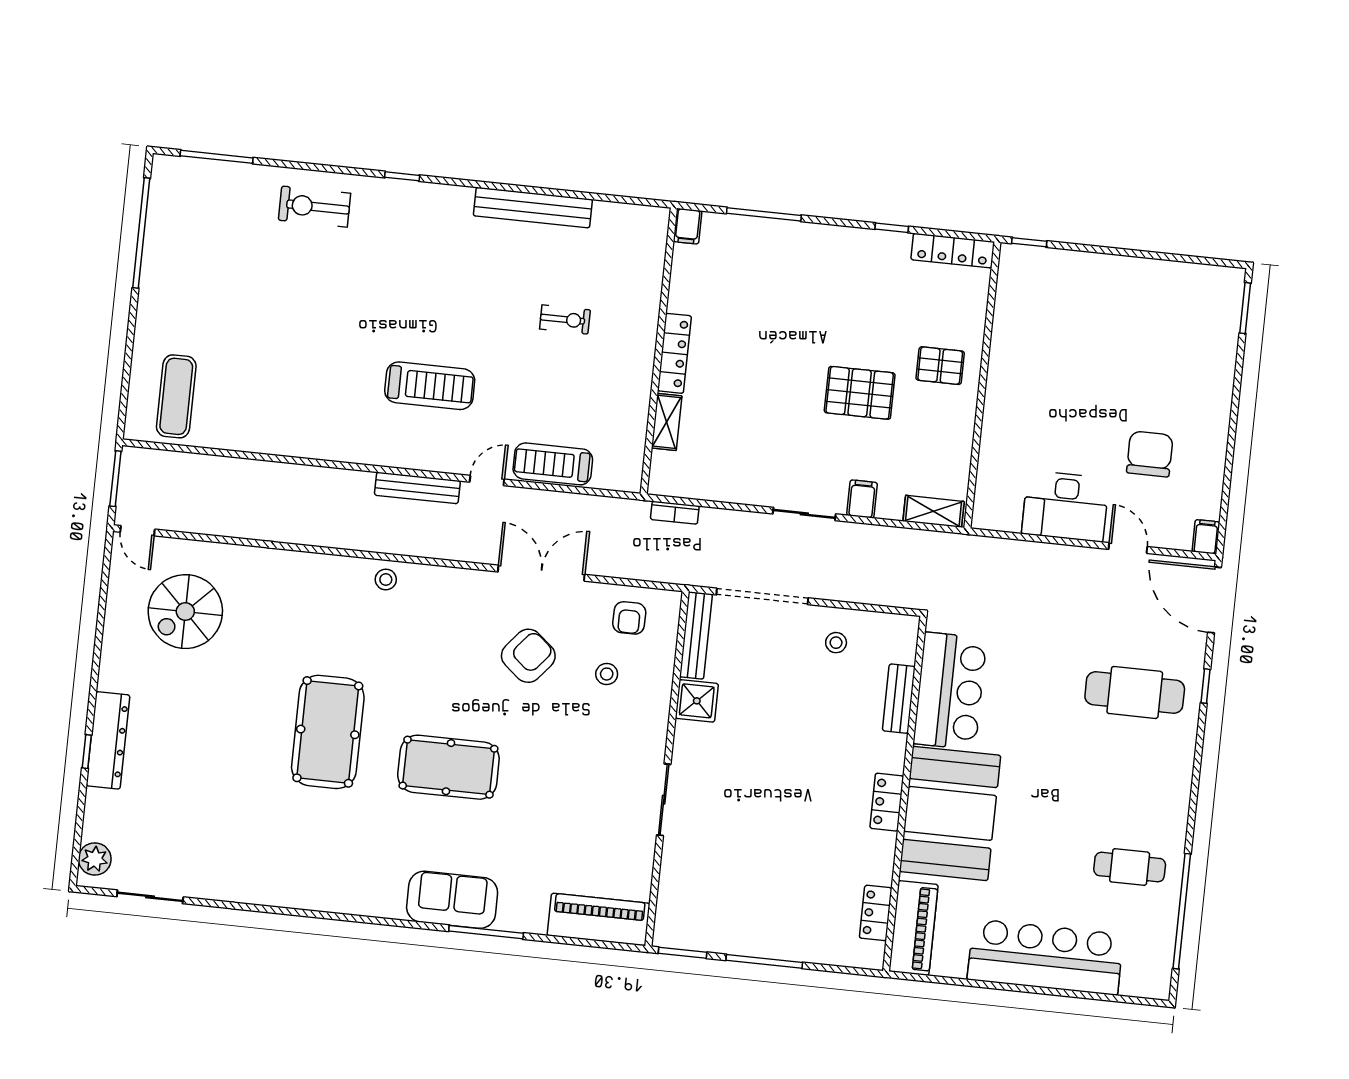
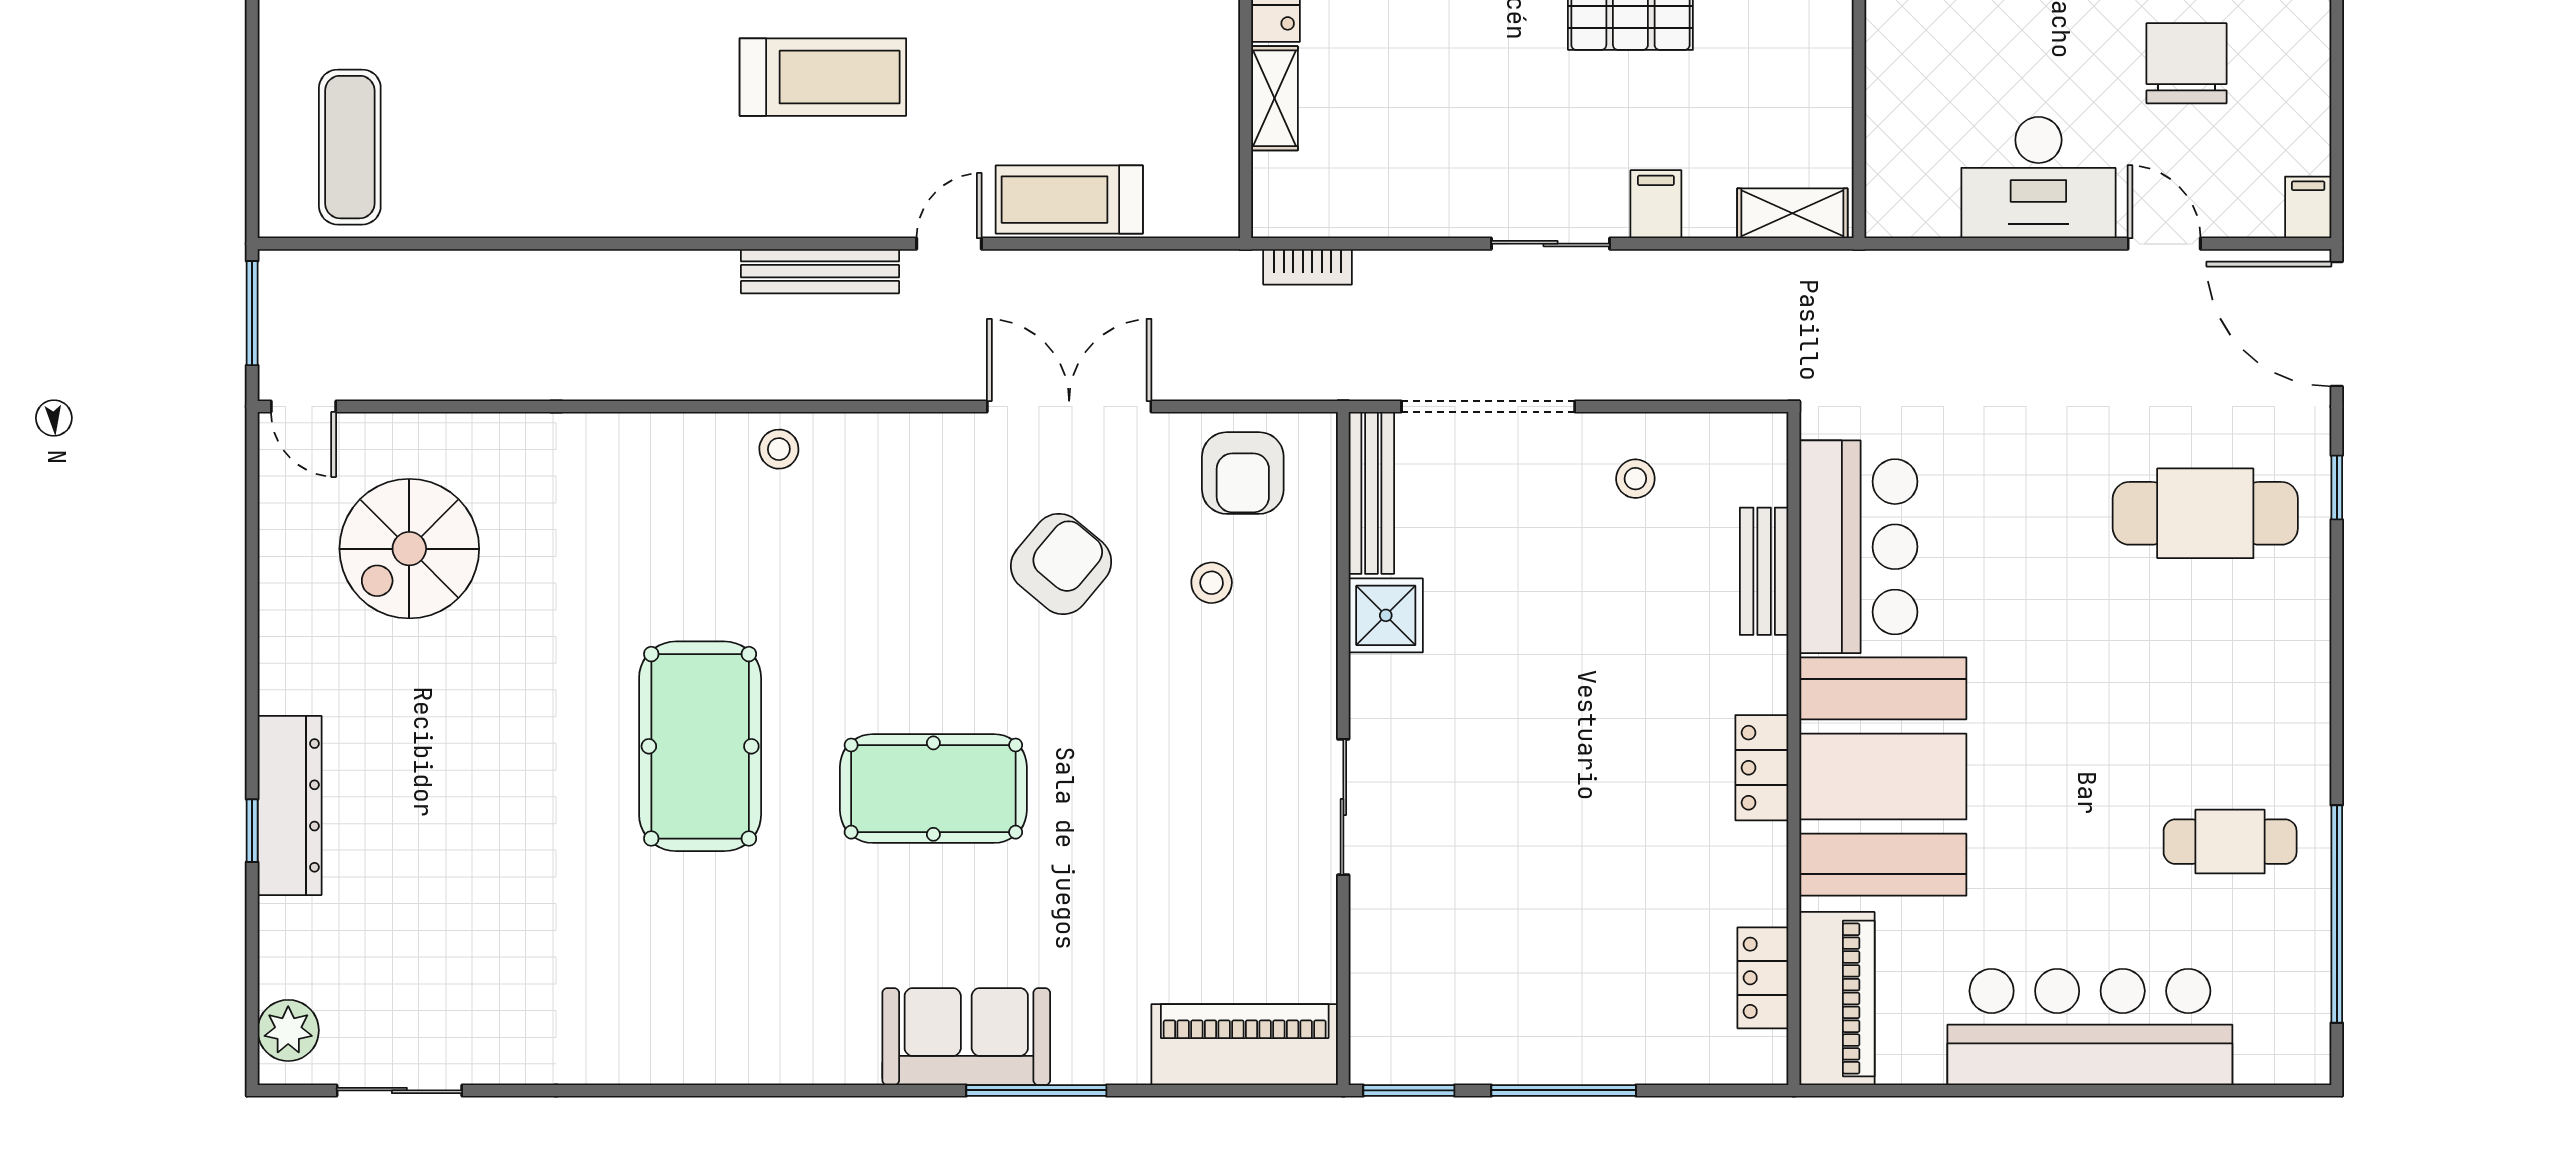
armchair: (629, 618) -> (1243, 473), width x1.38, depth x1.38

